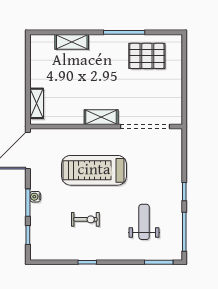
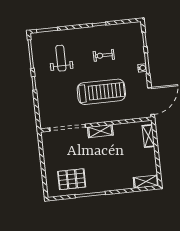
shelving: (72, 42) -> (146, 182), moved
weight bench: (144, 222) -> (61, 58), turned 180

